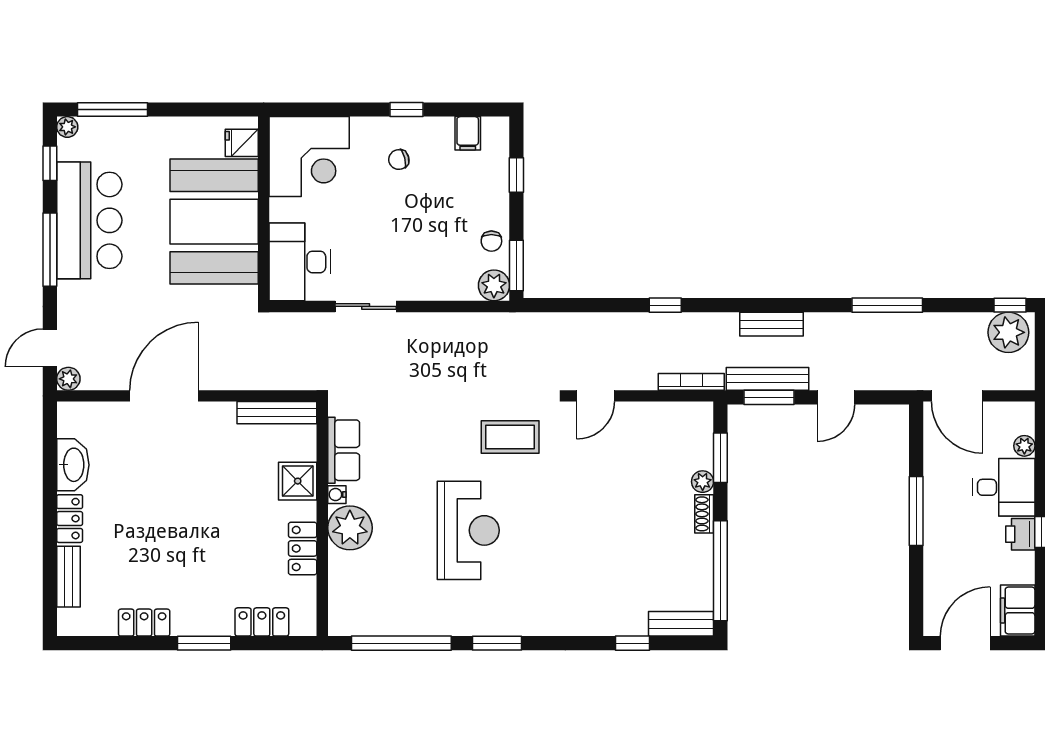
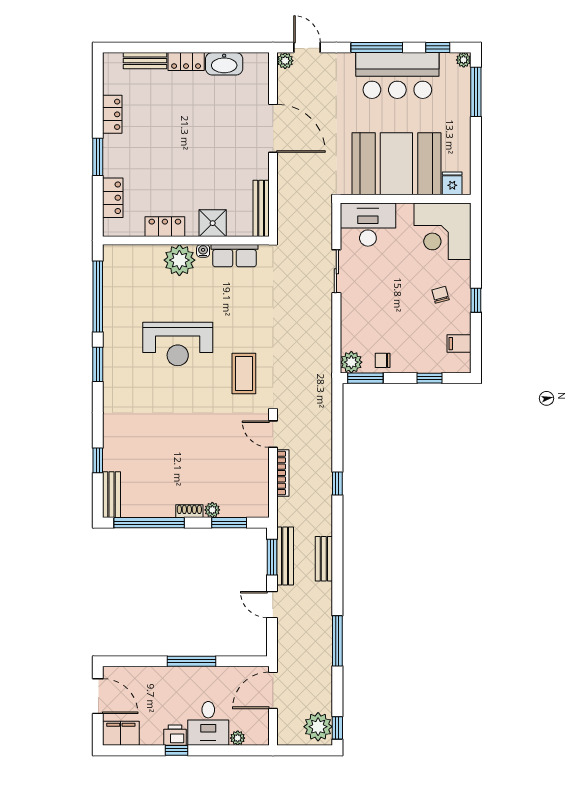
bookcase: (691, 382) -> (283, 473), moved

